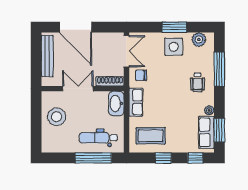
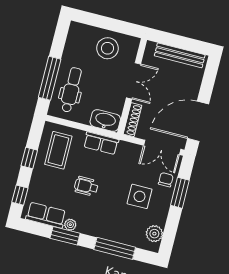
door: (75, 27) -> (198, 121), moved
window: (174, 27) -> (180, 193), moved
side table: (174, 47) -> (140, 196), moved
chair: (141, 75) -> (166, 180), moved
wheelchair: (198, 82) -> (86, 186), moved
window: (219, 130) -> (65, 236), moved

